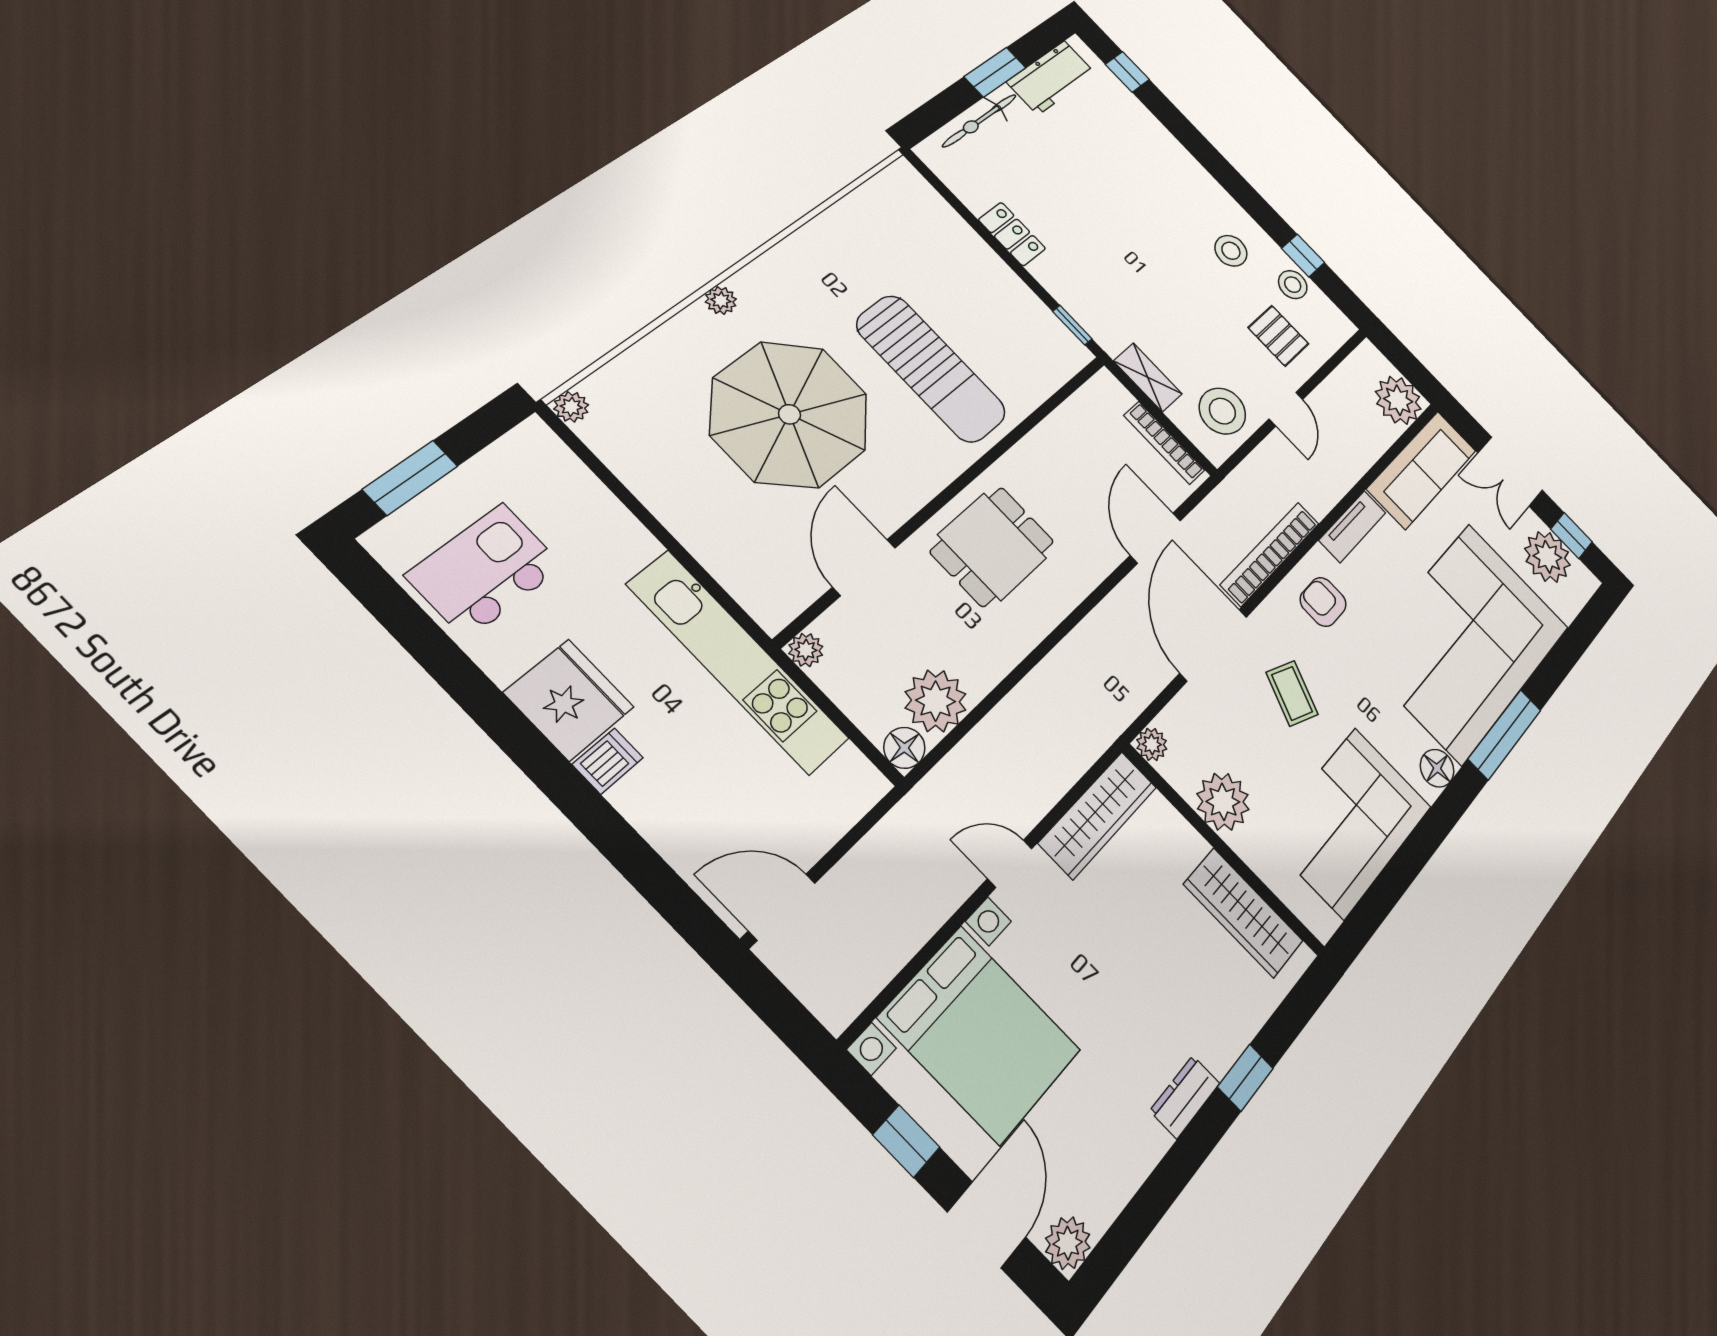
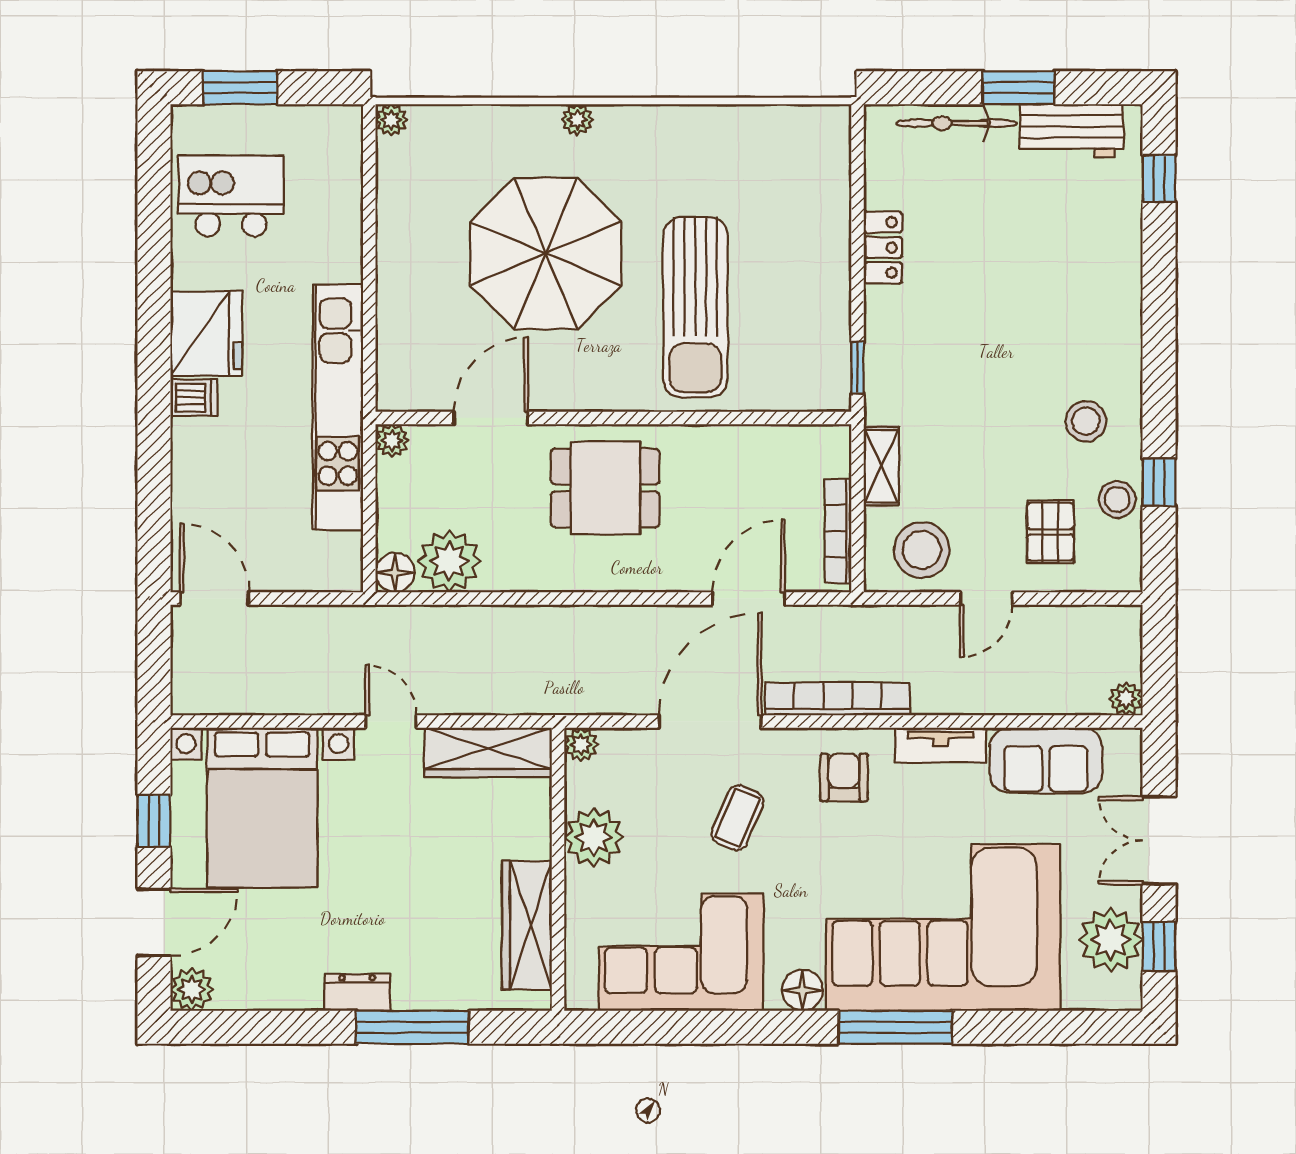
plant: (1398, 400) -> (1126, 699), width x0.53, depth x0.53
sofa: (1422, 470) -> (1046, 760), width x0.73
window: (1245, 1078) -> (412, 1027), width x2.17

